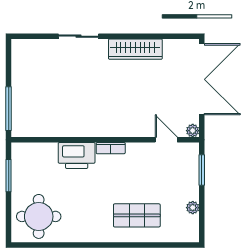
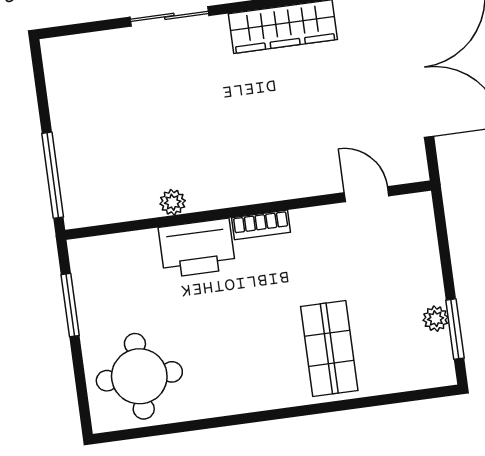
plant: (193, 131) -> (173, 202), moved
window: (202, 170) -> (455, 329), moved
shop shelf: (137, 215) -> (329, 348), turned 90

